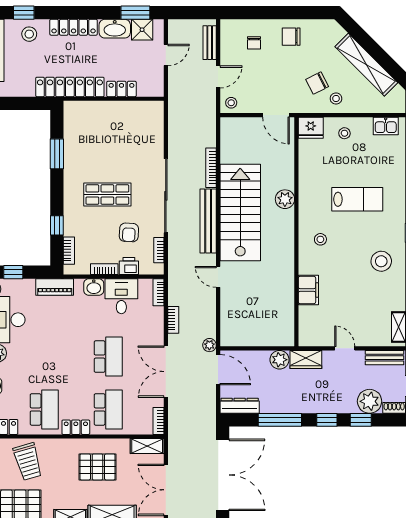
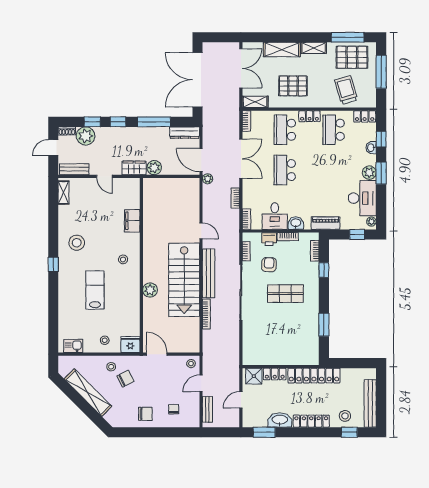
shower: (142, 30) -> (254, 376), moved
lab bench: (357, 199) -> (95, 290), turned 90

